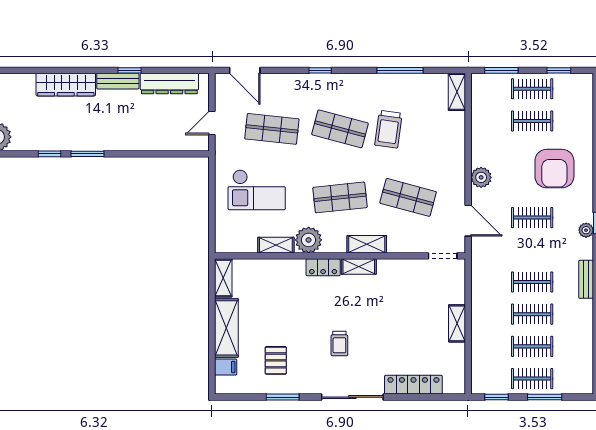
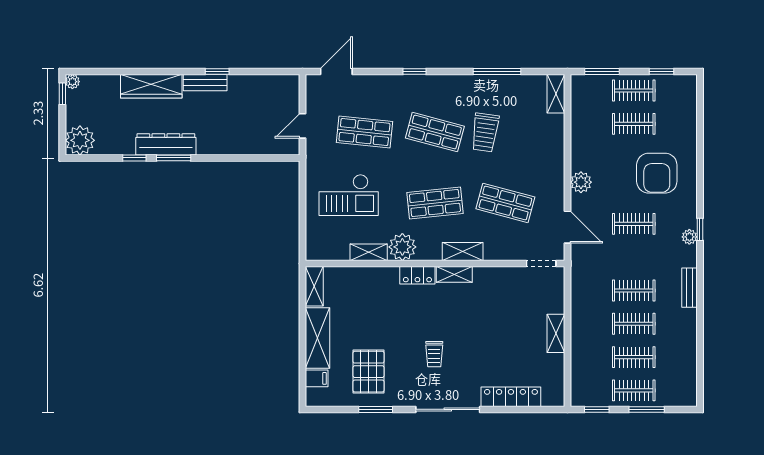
door: (245, 70) -> (336, 71), swing flipped
dresser: (169, 83) -> (166, 144), moved, turned 180
pallet: (276, 360) -> (369, 372), width x1.50, depth x1.42

